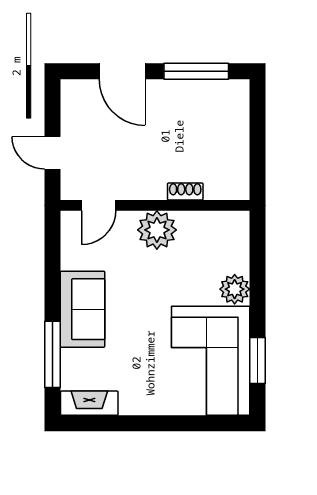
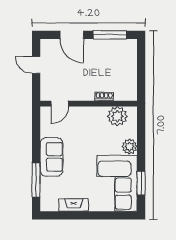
door: (53, 153) -> (36, 65), moved
plant: (157, 230) -> (117, 116), moved
fireplace: (89, 403) -> (74, 205), moved

